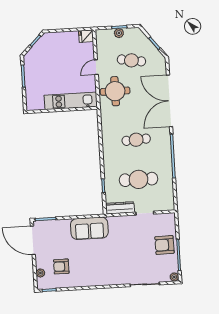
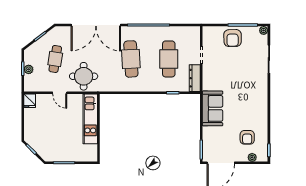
cafe table: (136, 140) -> (131, 59), width x1.37, depth x1.35

